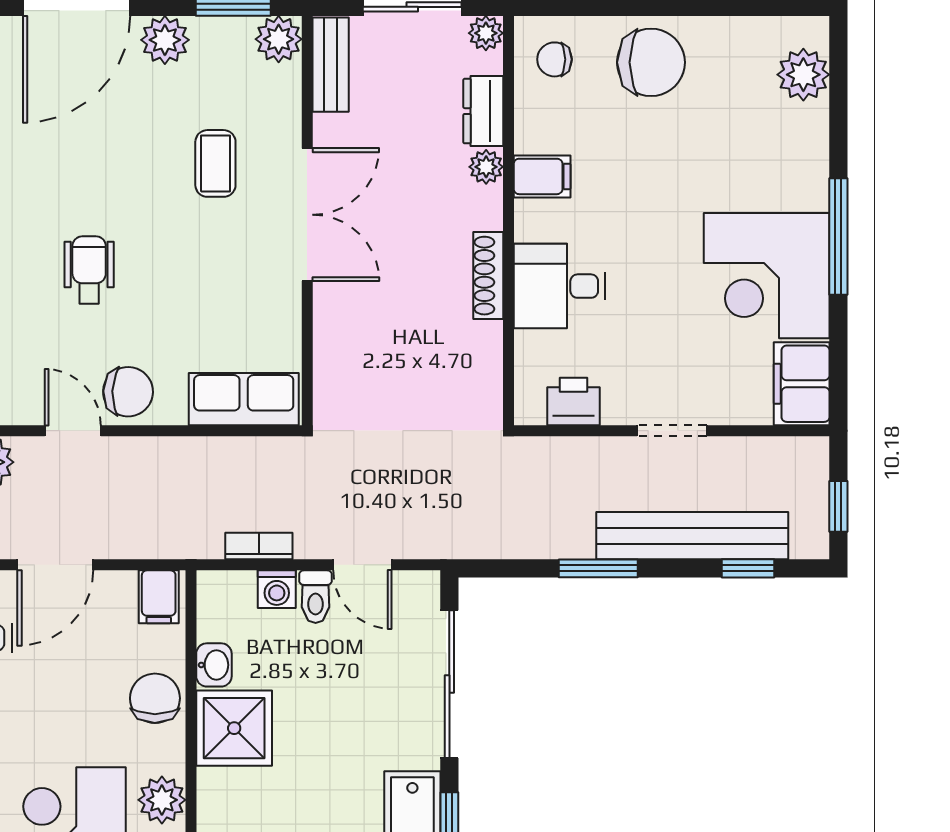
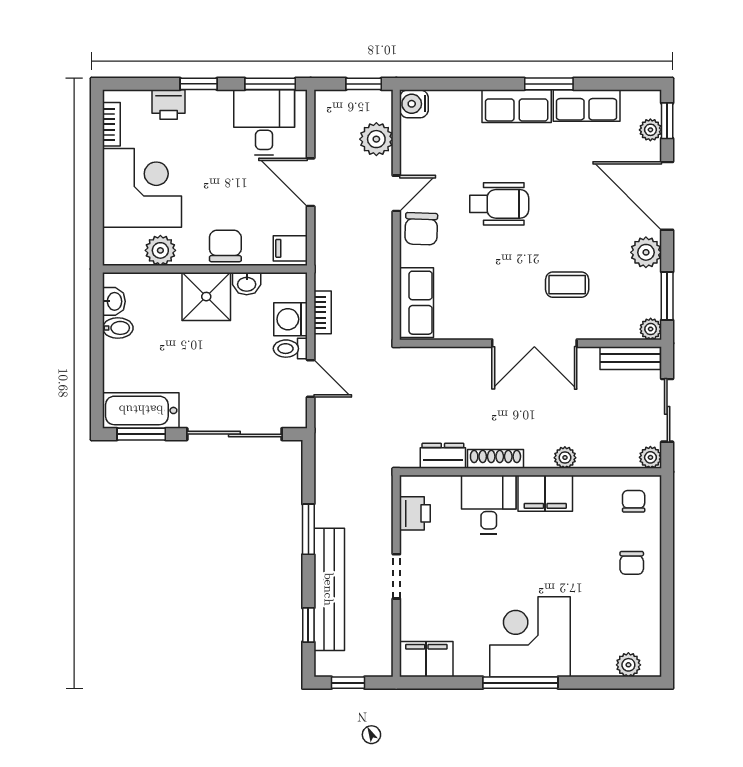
plant: (279, 39) -> (651, 329), width x0.73, depth x0.73
chair: (651, 62) -> (632, 563), width x0.54, depth x0.54
plant: (803, 75) -> (628, 665), width x0.73, depth x0.73
dresser: (483, 111) -> (443, 456), moved
filing cabinet: (542, 176) -> (545, 493), width x2.00
wheelchair: (89, 270) -> (499, 204), width x1.36, depth x1.37
corner desk: (767, 276) -> (530, 637), moved
door: (362, 565) -> (311, 379), swing flipped
washing machine: (277, 589) -> (290, 319), width x1.38, depth x1.38
chair: (155, 698) -> (225, 246), turned -90

